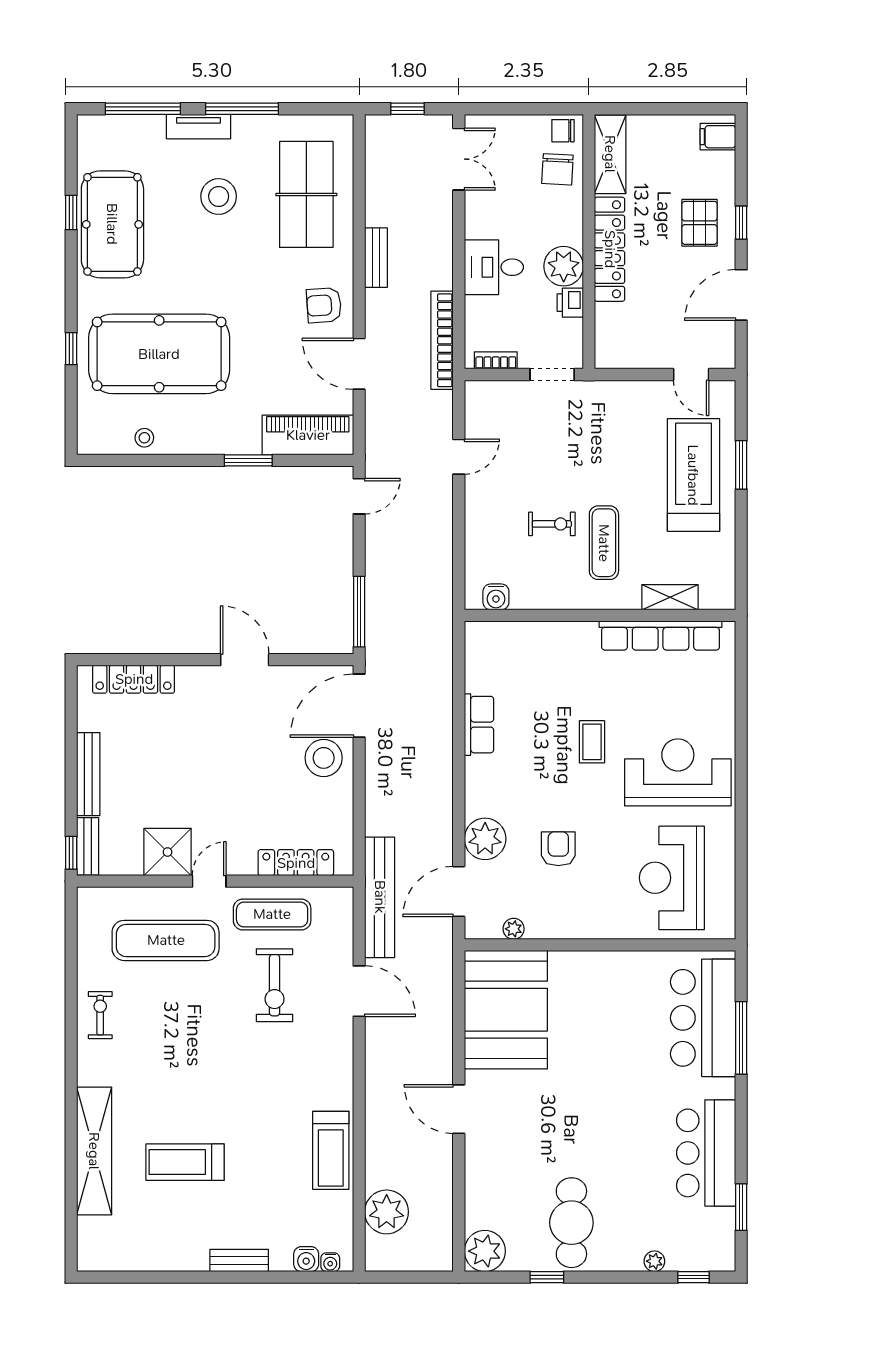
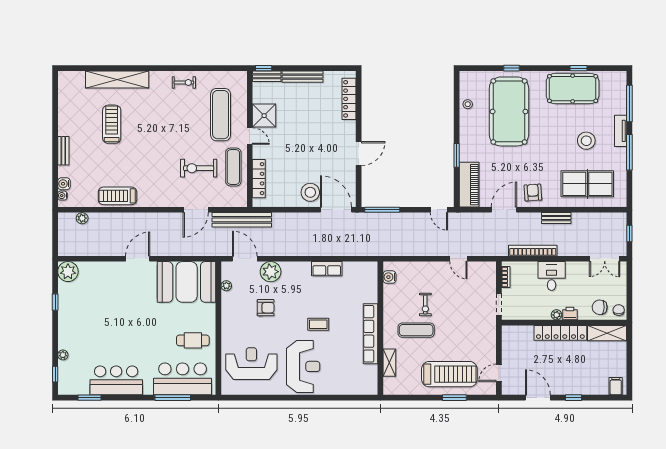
pallet: (700, 223) -> (573, 377), removed
plant: (564, 266) -> (557, 315), width x0.53, depth x0.53
printer: (570, 303) -> (570, 314), moved
bookcase: (442, 340) -> (533, 251), moved
row of seats: (661, 636) -> (370, 334), moved
plant: (387, 1212) -> (82, 218), width x0.53, depth x0.53
cafe table: (571, 1223) -> (193, 340), moved, width x0.73, depth x0.74

